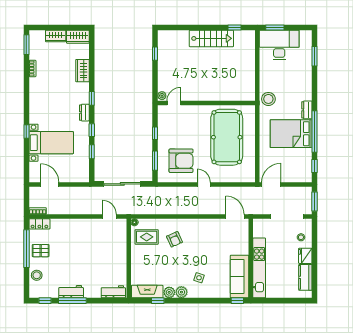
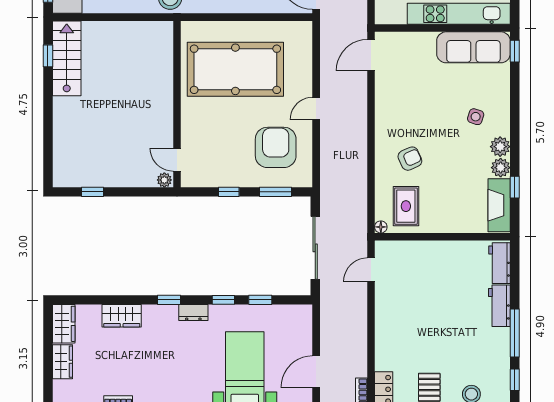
stairs: (211, 38) -> (67, 58), moved
workbench: (71, 292) -> (499, 306), moved

